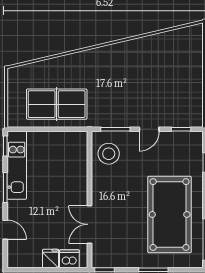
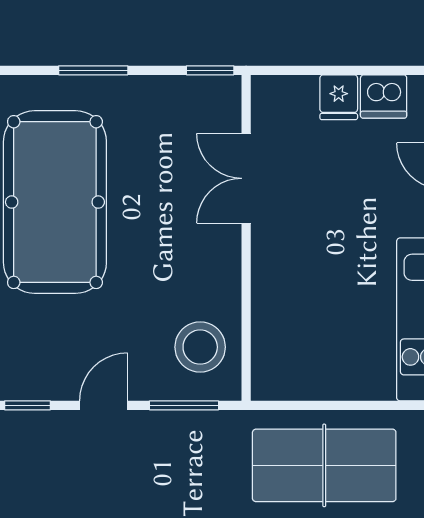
double door: (89, 224) -> (246, 178), swing flipped
dishwasher: (69, 259) -> (384, 96), moved

